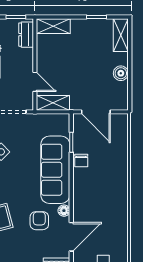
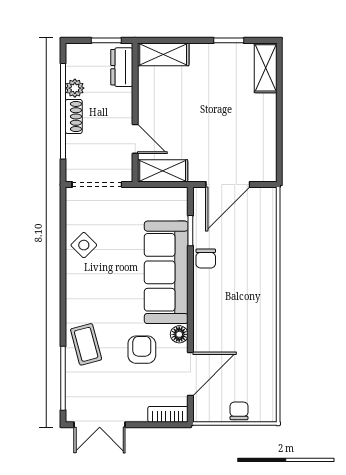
boiler: (121, 73) -> (266, 126), removed
door: (96, 112) -> (228, 184), hinge flipped

